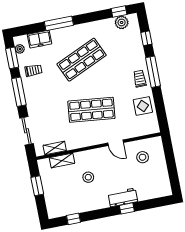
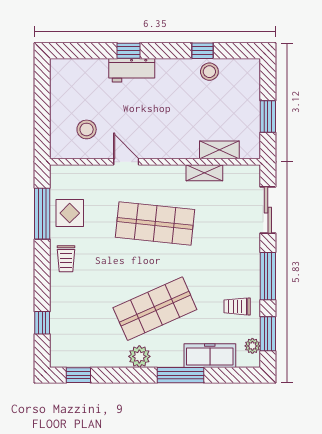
plant: (122, 22) -> (139, 356), moved
freezer: (40, 39) -> (210, 356), width x1.40
window: (153, 72) -> (42, 214), moved
shelving: (55, 148) -> (204, 173), moved
stool: (88, 177) -> (209, 72), moved
window: (73, 219) -> (202, 51), moved

